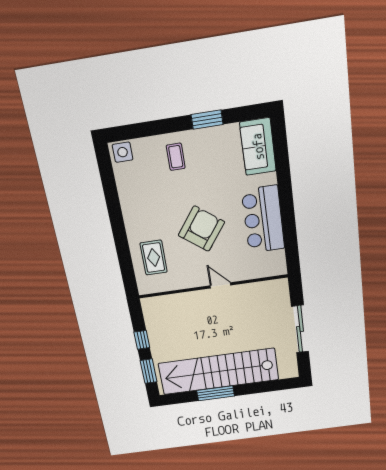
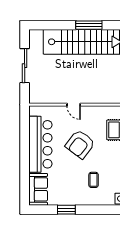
coffee table: (176, 157) -> (94, 180), moved
bar counter: (263, 219) -> (40, 144), width x1.36

